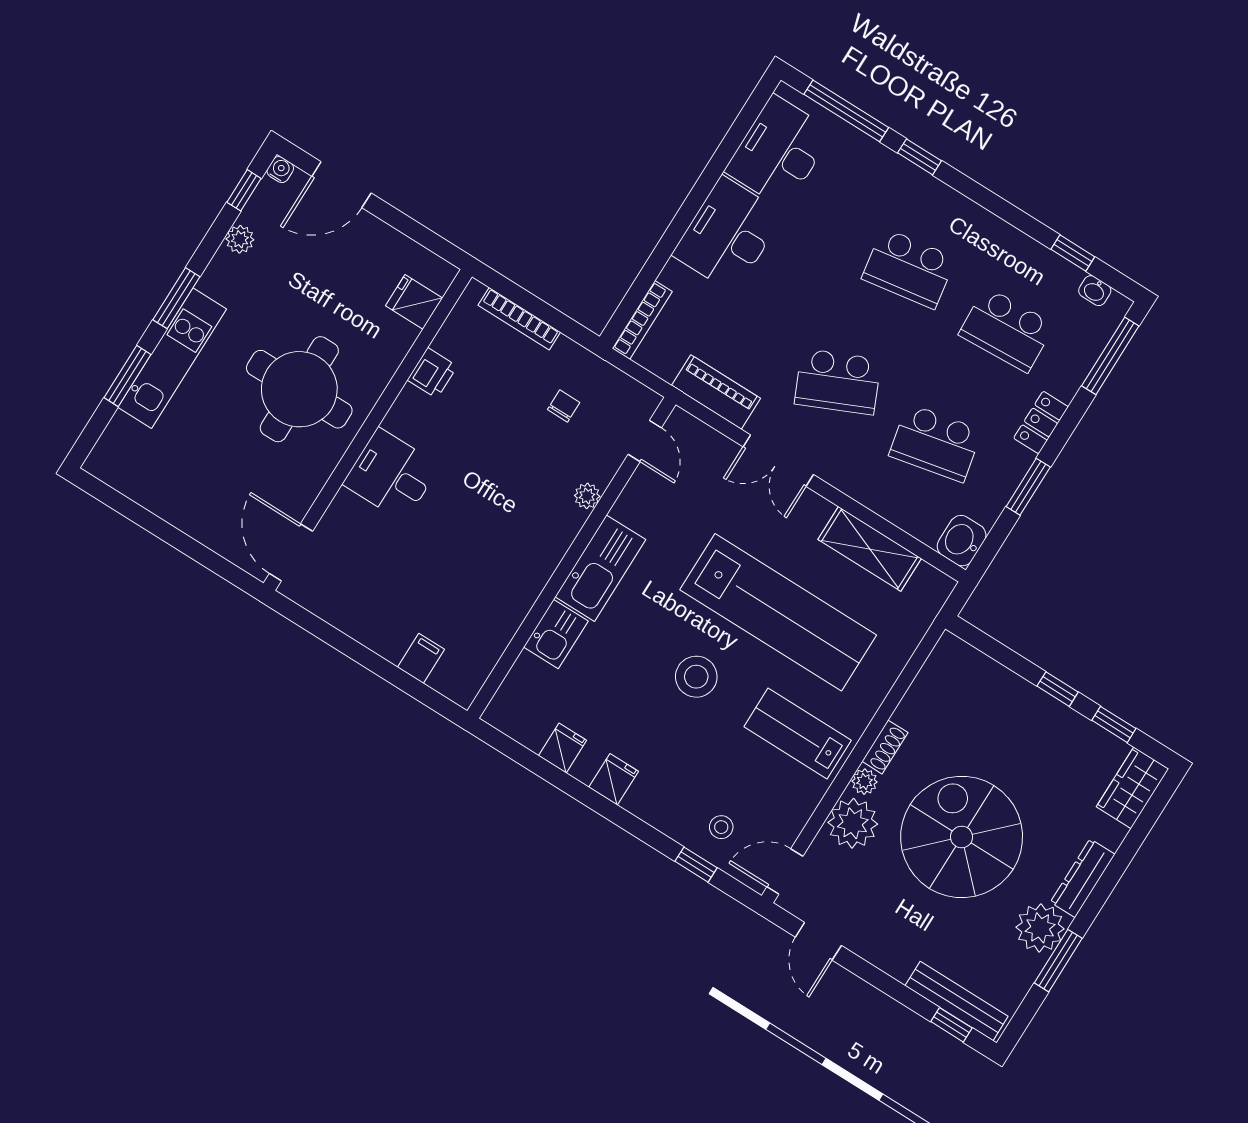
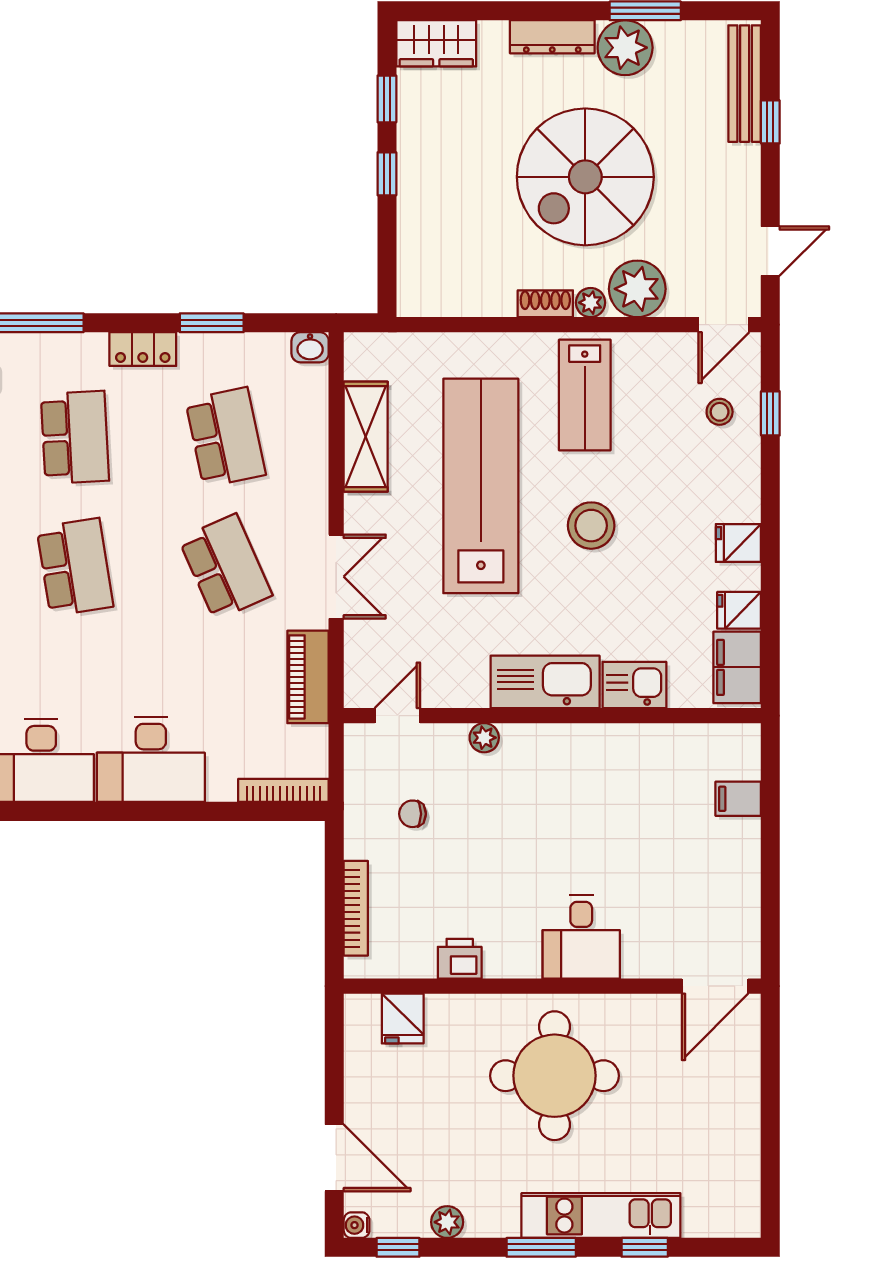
window: (128, 376) -> (645, 1247), width x0.67
washbasin: (962, 541) -> (310, 347), width x0.72, depth x0.69
filing cabinet: (521, 720) -> (737, 667), added
door: (785, 871) -> (724, 325), hinge flipped
window: (951, 1025) -> (770, 122), moved

